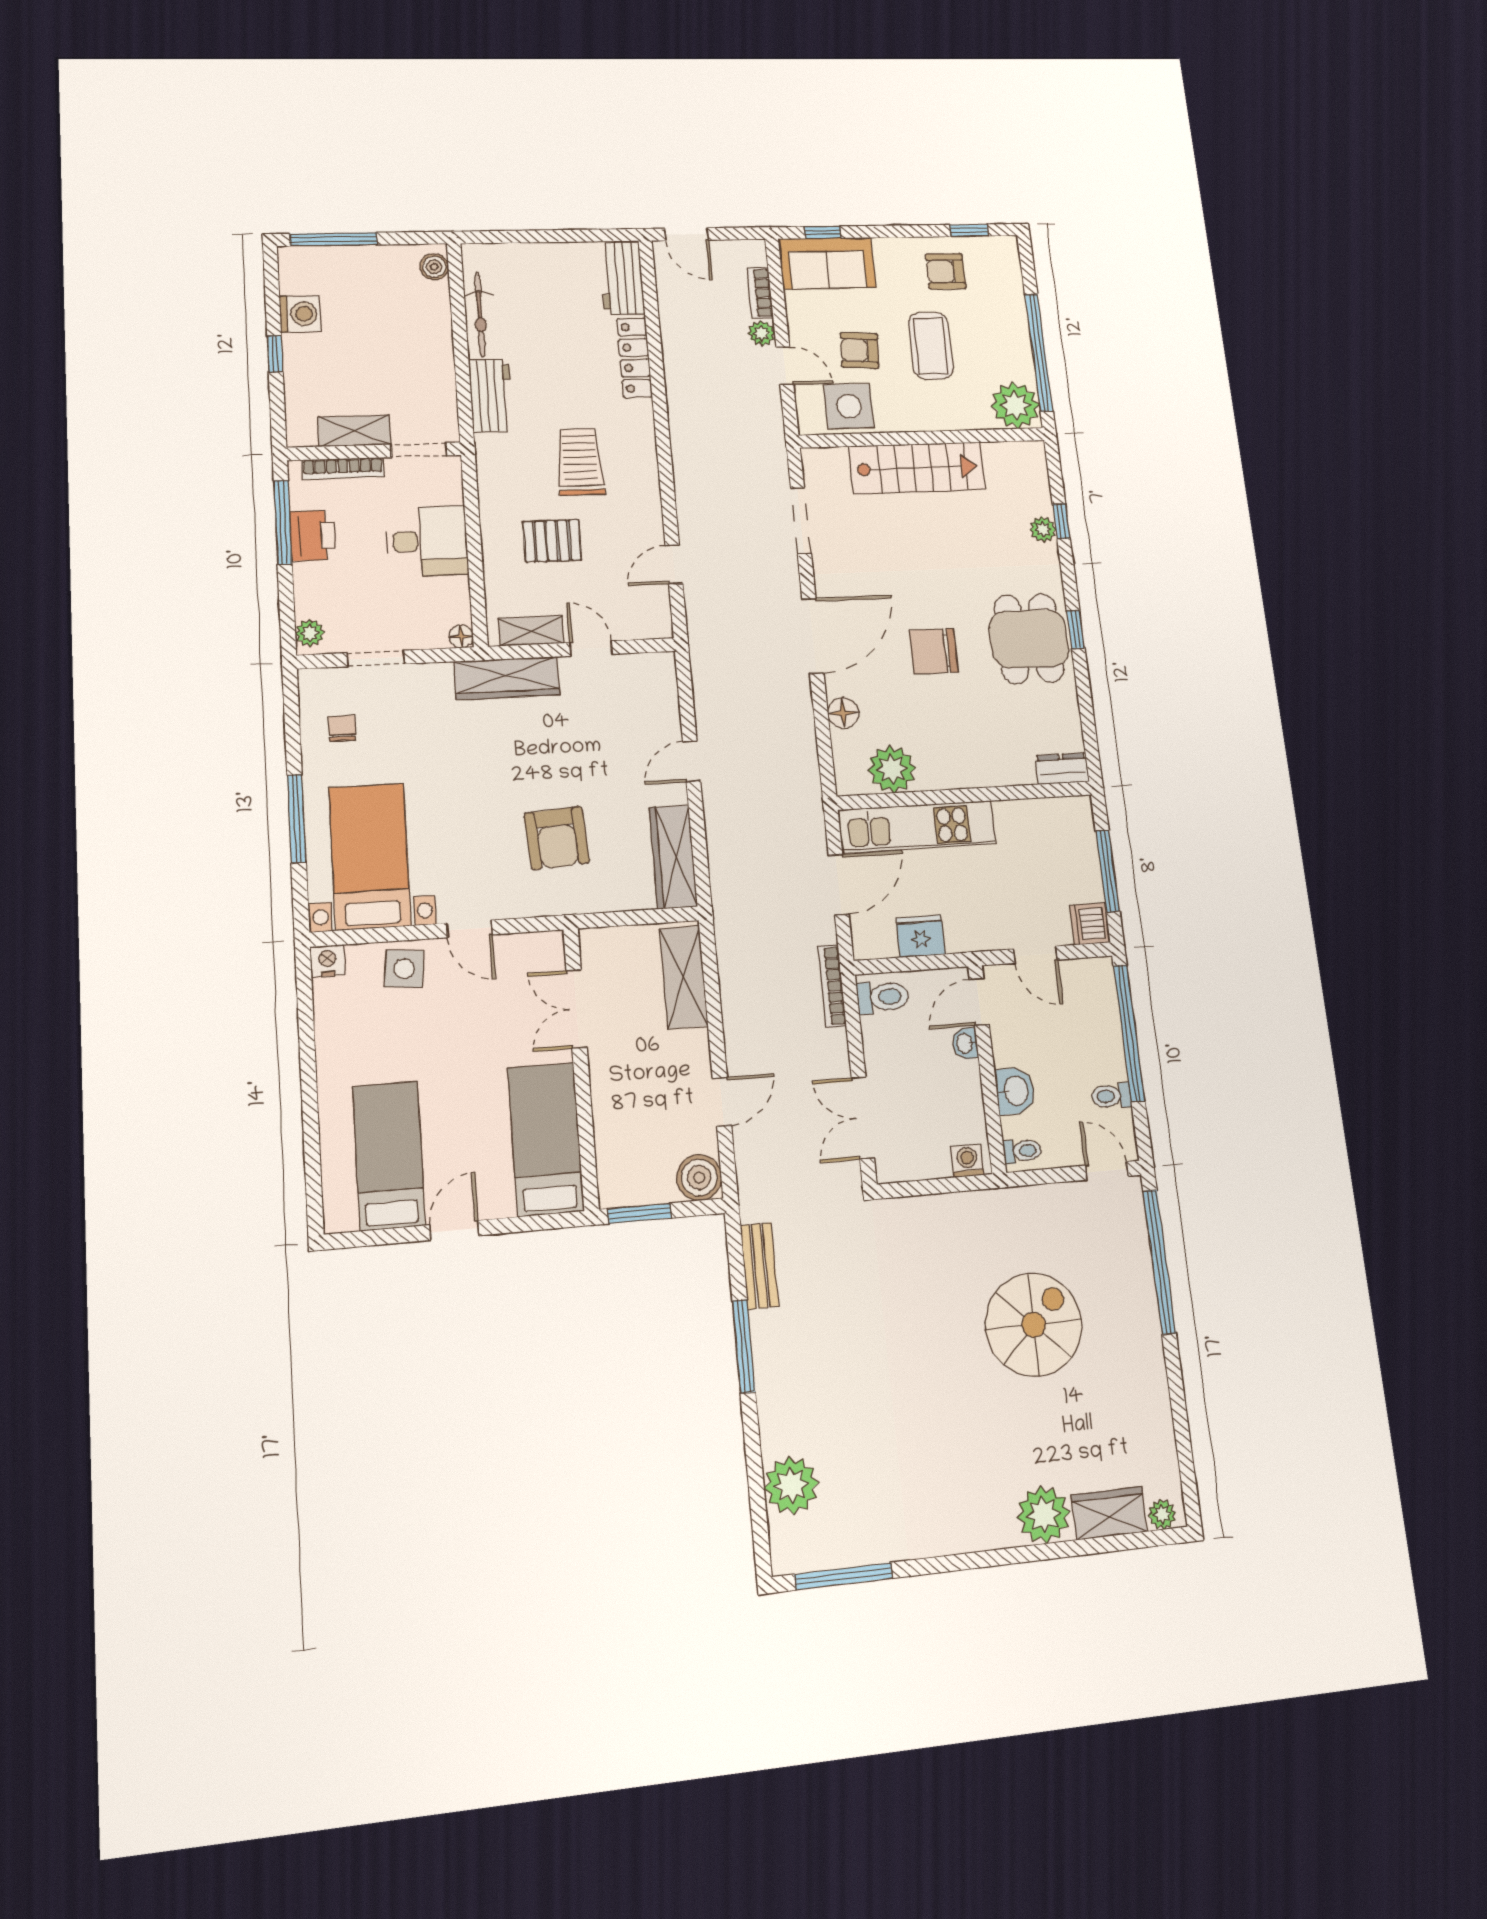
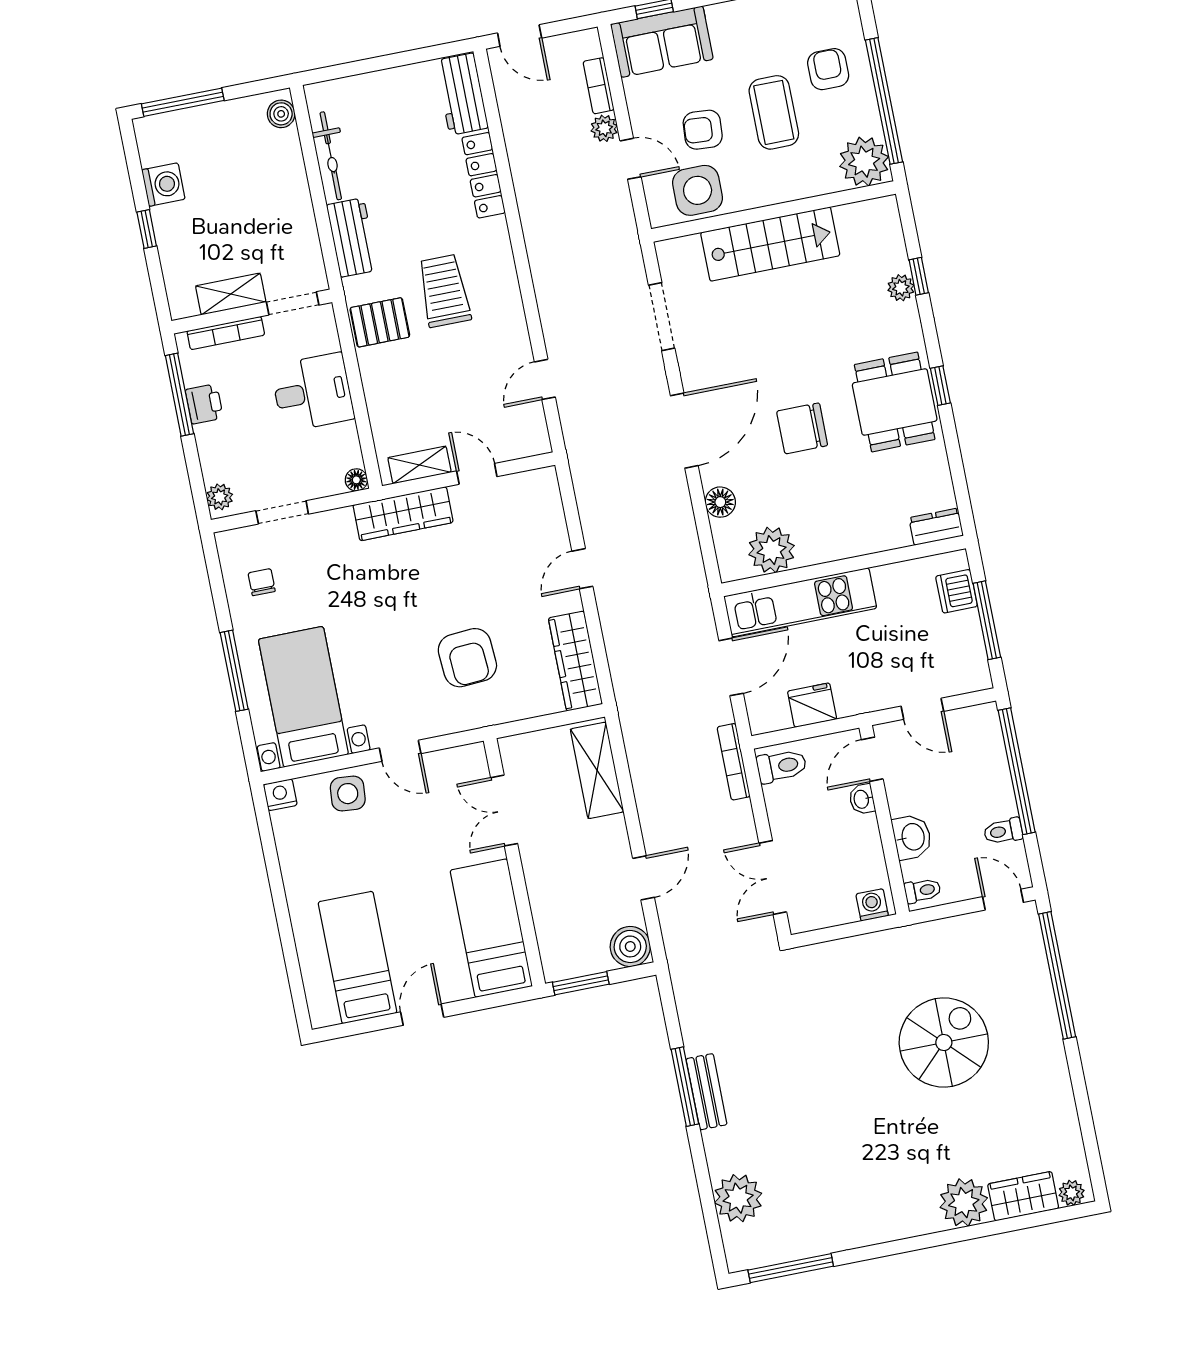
armchair: (946, 271) -> (828, 69), moved, turned 90
printer: (313, 536) -> (204, 404), width x0.73, depth x0.81
pallet: (552, 541) -> (380, 322), moved
dishwasher: (1090, 924) -> (957, 591), moved
bench: (759, 1266) -> (707, 1092), moved

